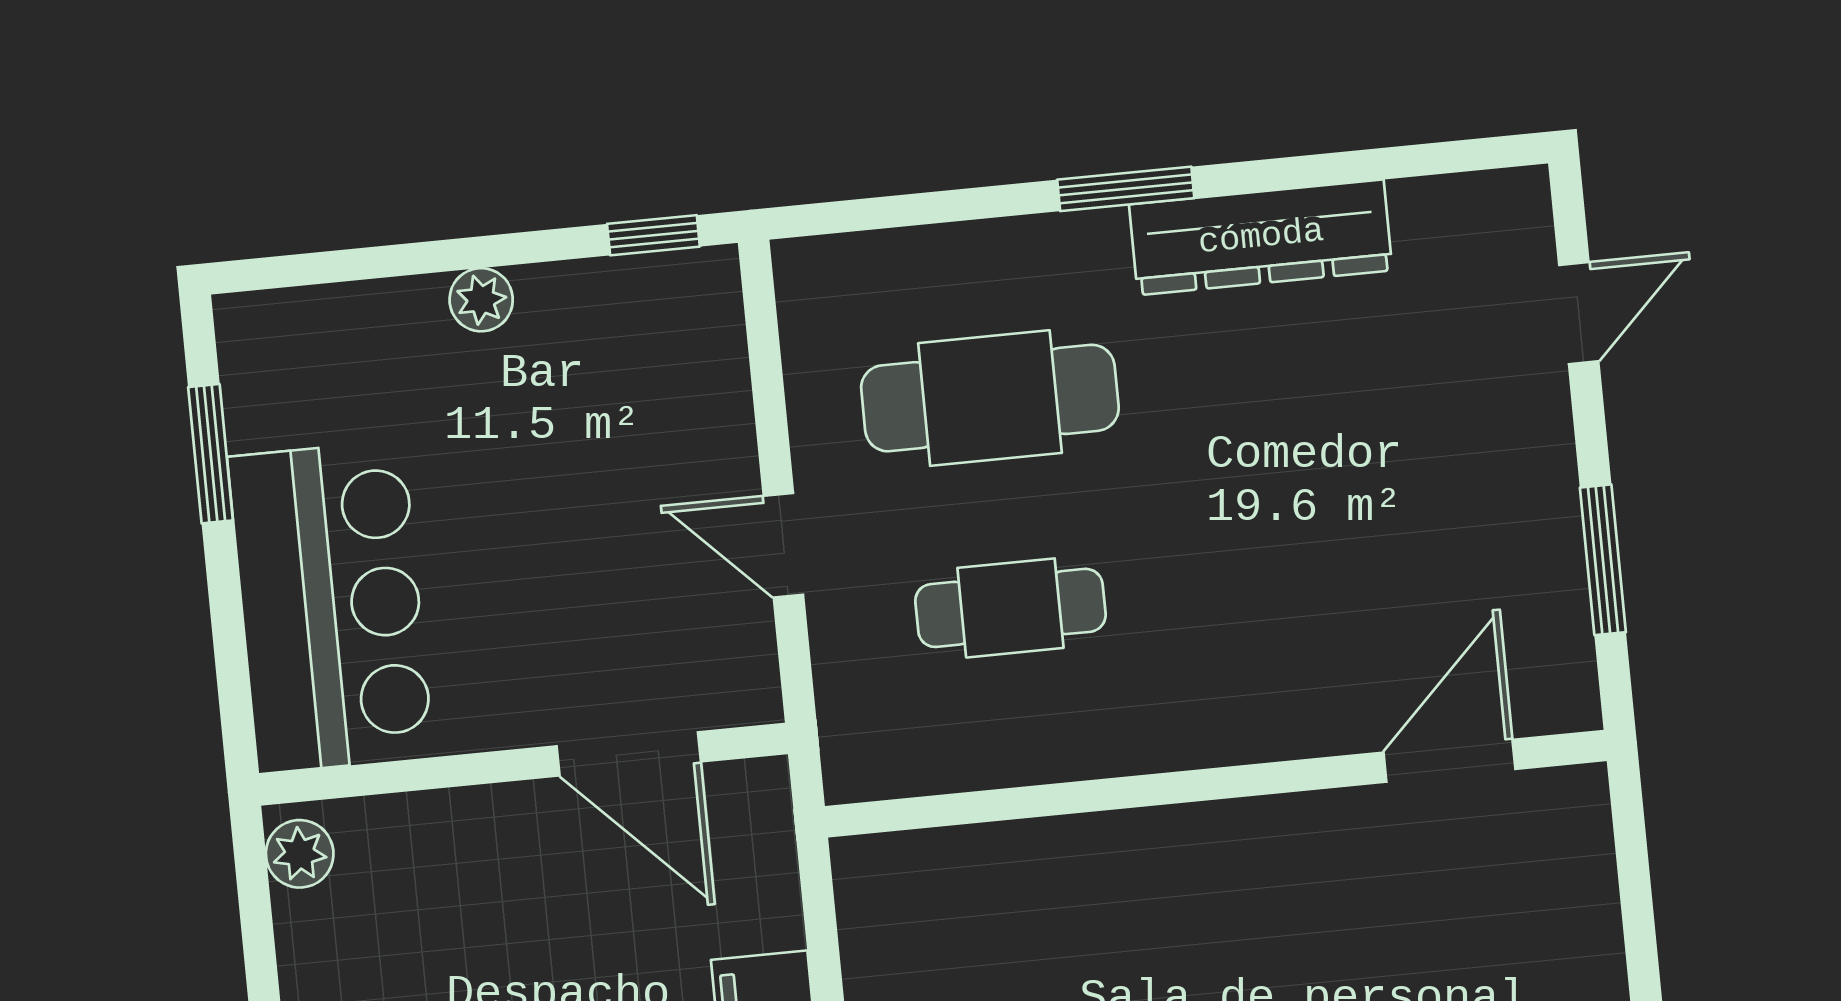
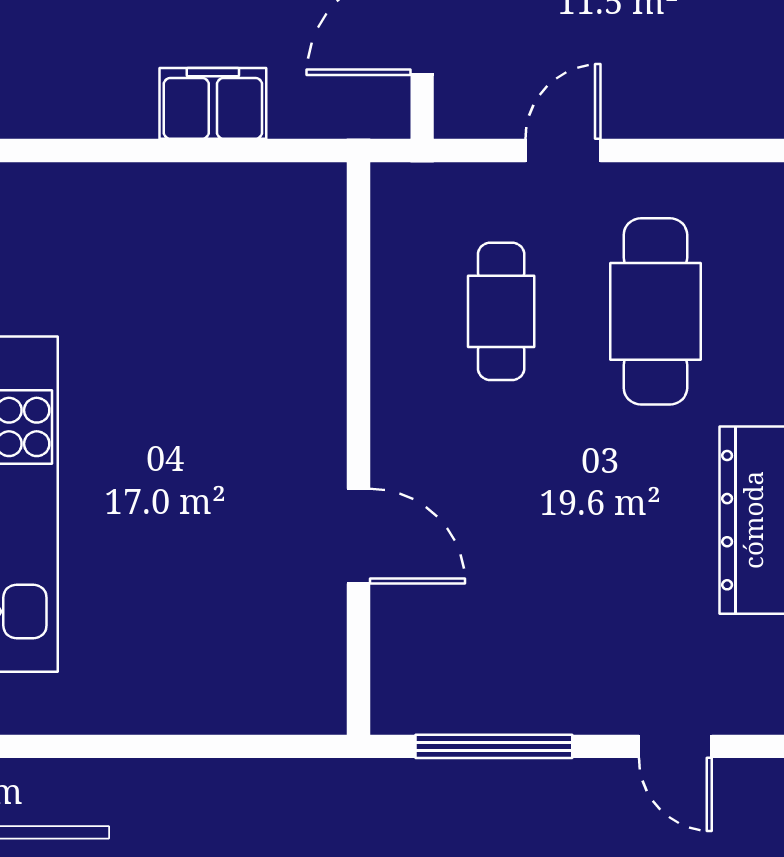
window: (1603, 560) -> (494, 746), width x1.44
door: (1449, 761) -> (358, 536), moved

